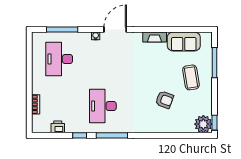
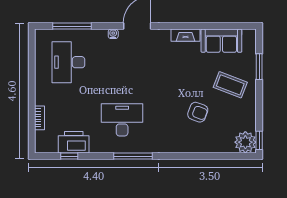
window: (215, 63) -> (259, 67), width x0.69
coffee table: (191, 77) -> (230, 85), turned -60
desk: (103, 106) -> (122, 120), turned 90
printer: (58, 127) -> (74, 142), width x1.87, depth x1.48
window: (80, 135) -> (69, 156), moved

